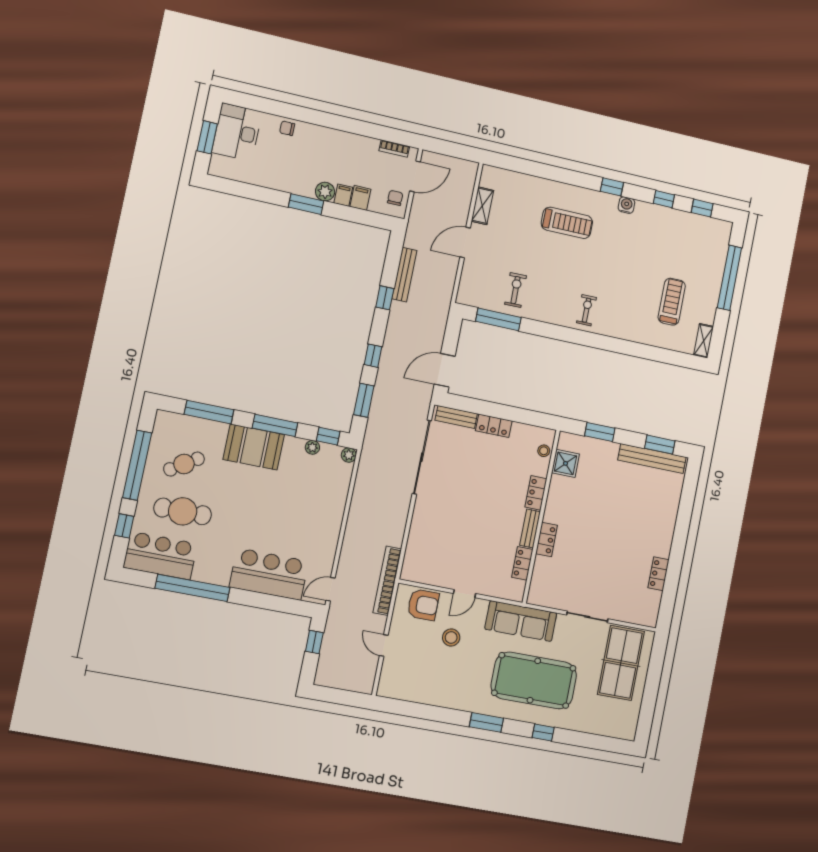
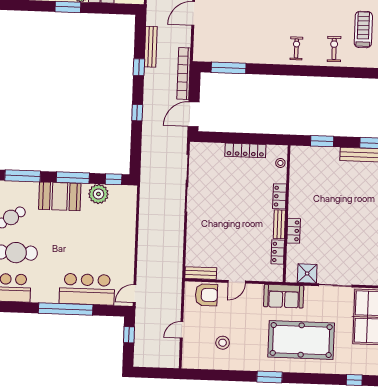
exercise bike: (515, 290) -> (334, 49), moved
window: (364, 400) -> (136, 148), removed
bench: (456, 417) -> (201, 273), moved
locker: (494, 426) -> (245, 150), width x1.53
plant: (312, 447) -> (98, 194), width x1.88, depth x1.88
plant: (349, 455) -> (131, 191), removed
shower: (565, 463) -> (307, 274), moved
bookcase: (387, 581) -> (184, 74), moved
window: (192, 588) -> (66, 309), moved
sofa: (521, 621) -> (284, 296), width x0.73
stool: (451, 637) -> (223, 343), moved
door: (384, 646) -> (182, 330), hinge flipped
window: (543, 732) -> (354, 380), moved

